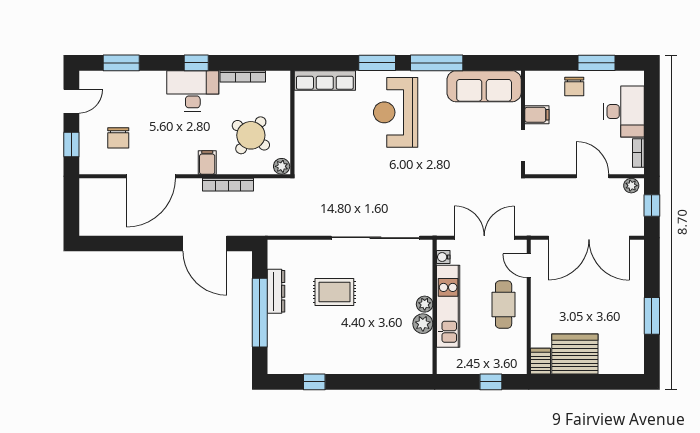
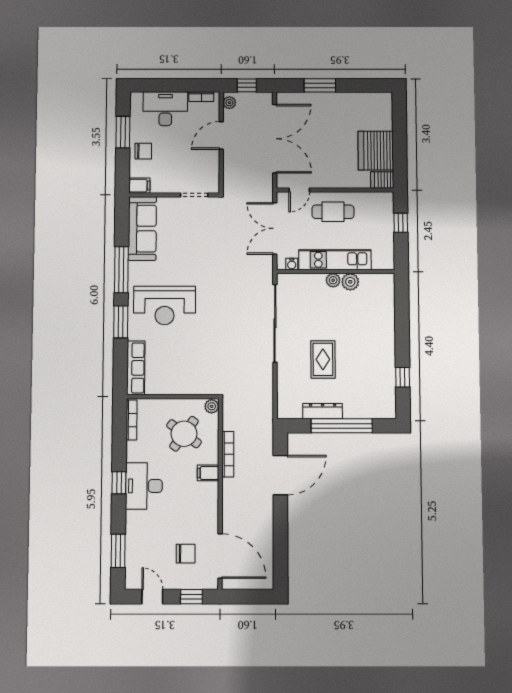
bookcase: (243, 76) -> (132, 420), moved
filing cabinet: (537, 115) -> (139, 186), moved, turned 90
door: (151, 176) -> (220, 556), moved
window: (652, 316) -> (320, 85), moved

